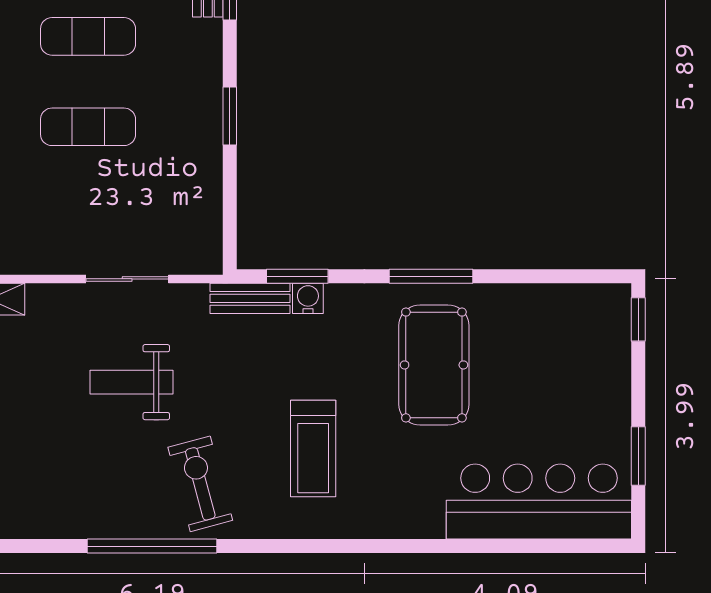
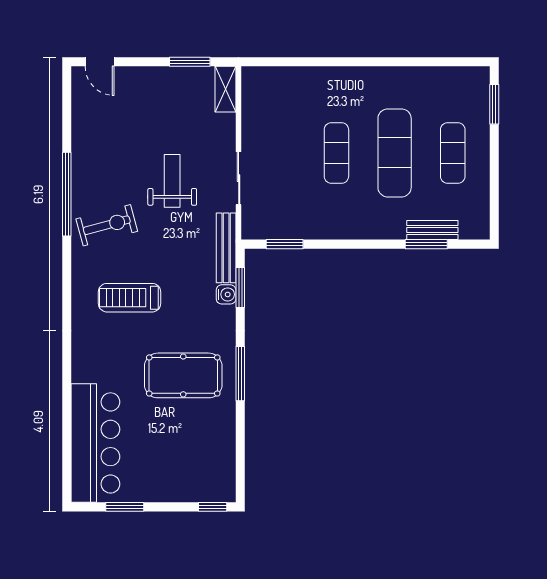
exercise mat: (88, 36) -> (395, 153), width x1.36, depth x1.45
window: (230, 116) -> (285, 244), moved
bench: (250, 298) -> (226, 248), width x1.36

